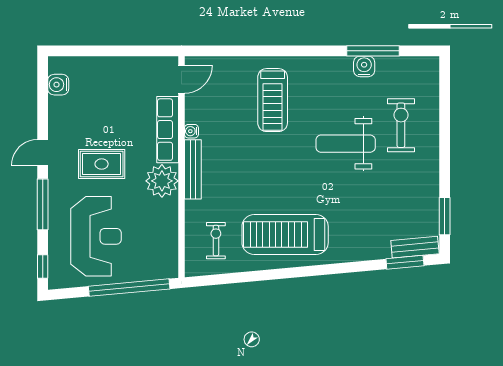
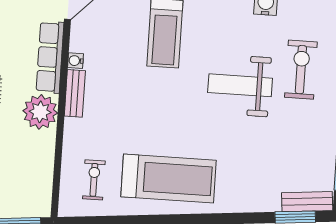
bench: (193, 169) -> (75, 93), width x0.73
treadmill: (285, 235) -> (168, 178), turned 180

